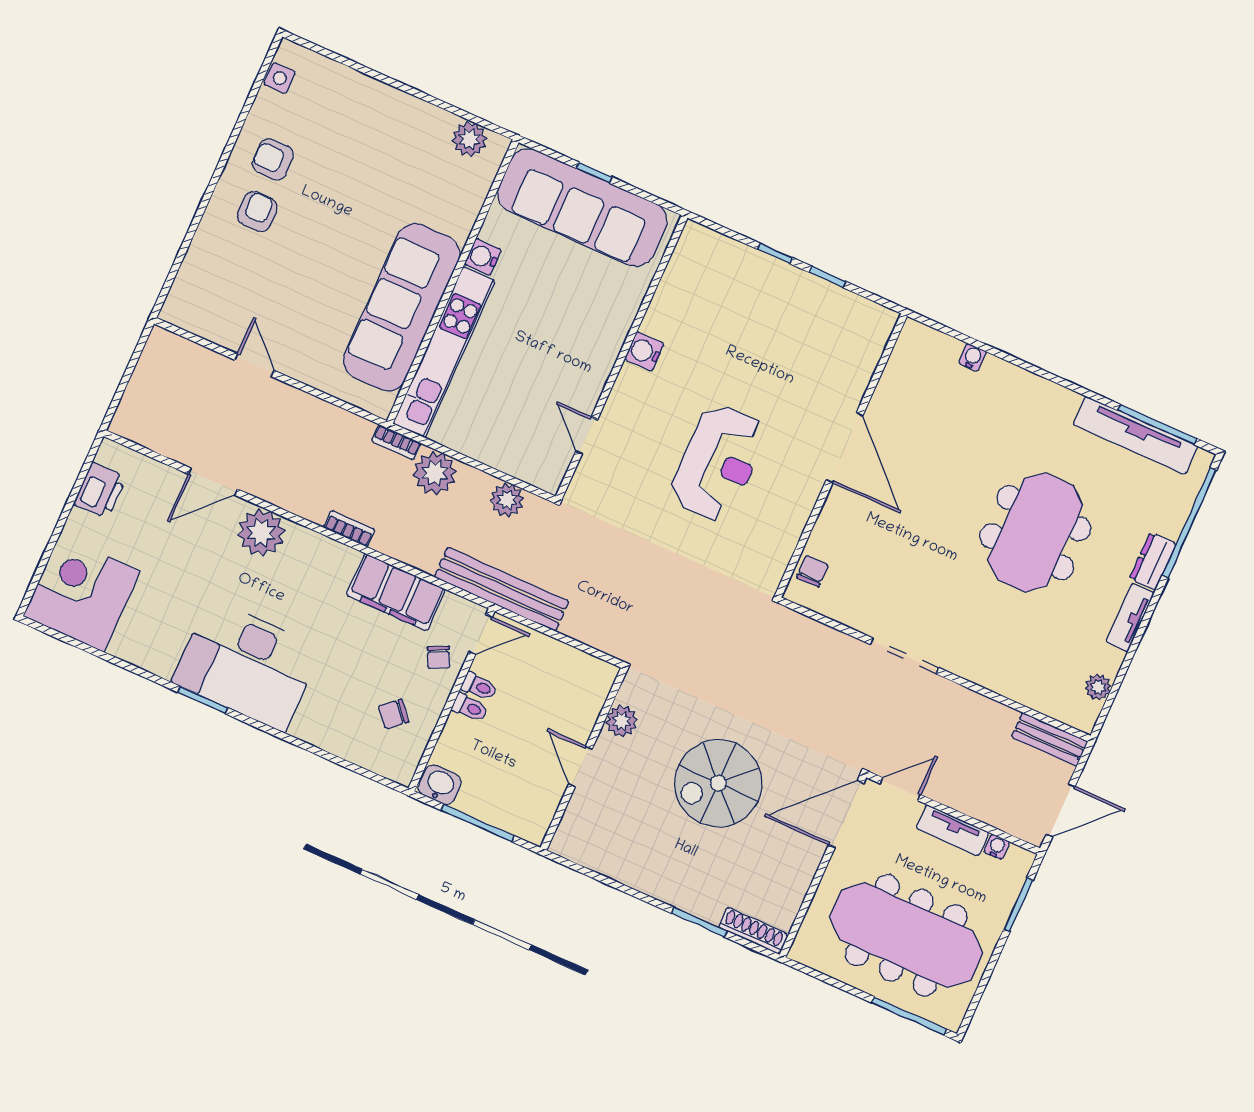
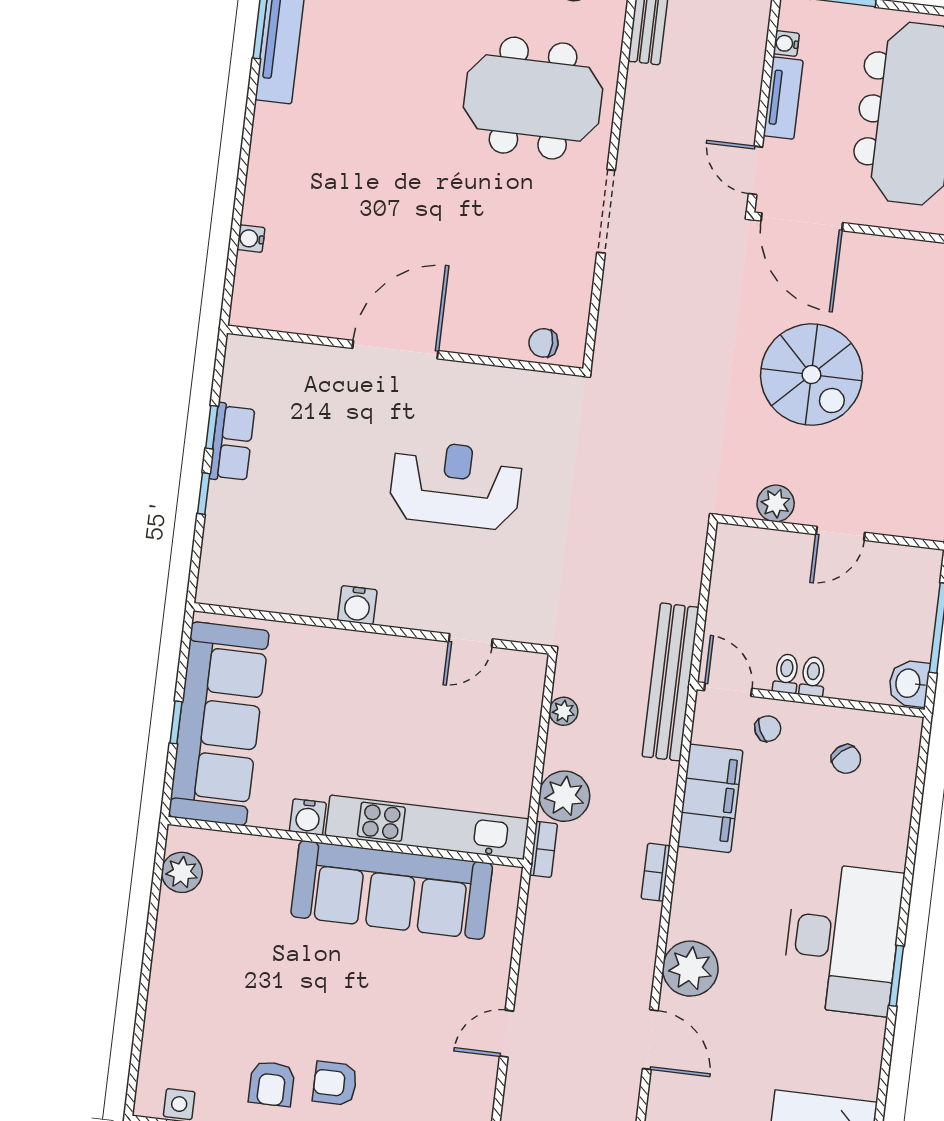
row of seats: (810, 290) -> (232, 443), added
plant: (507, 500) -> (563, 711), width x0.73, depth x0.73
meeting table: (1035, 532) -> (533, 98), moved

